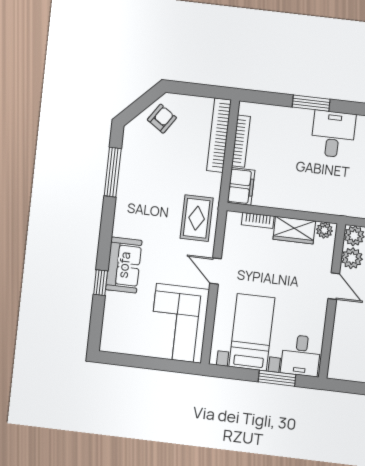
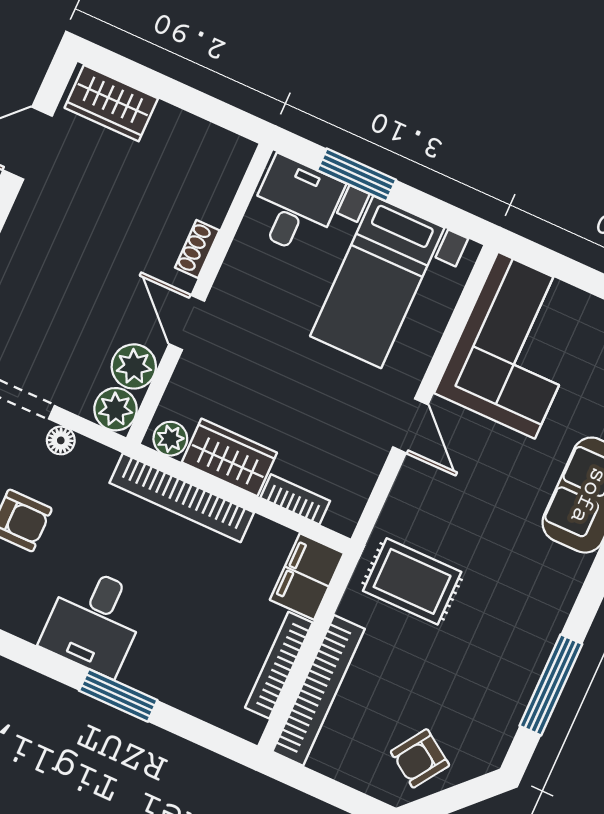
bookcase: (311, 204) -> (182, 498), added
rug: (197, 218) -> (412, 581), moved, turned 90
shoe rack: (340, 321) -> (197, 249), added

